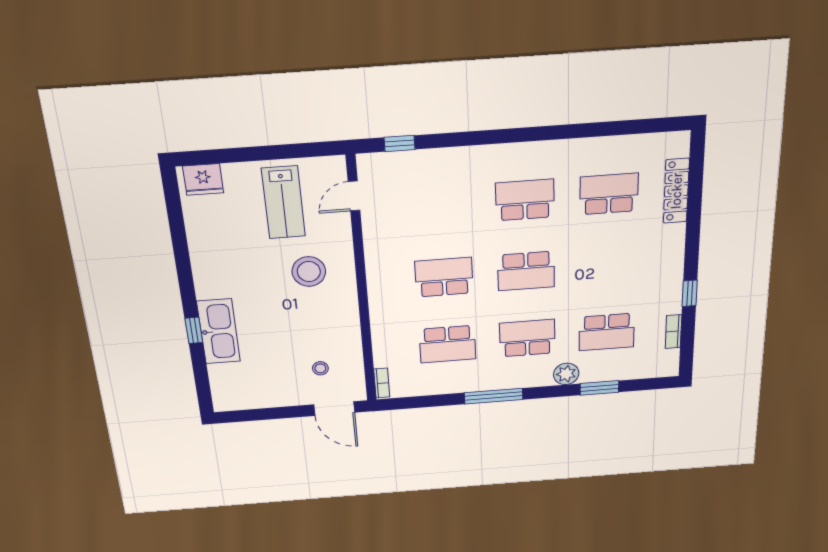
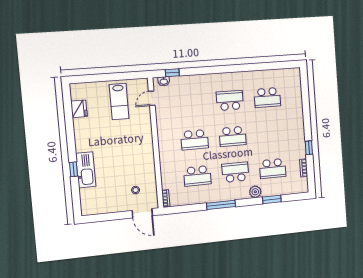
washbasin: (380, 161) -> (164, 81), added
fridge: (203, 179) -> (79, 109), moved, turned -90
locker: (676, 191) -> (297, 96), removed
school desk: (609, 194) -> (267, 97), turned 180
stool: (309, 272) -> (130, 137), removed
school desk: (444, 277) -> (194, 140), turned 180

